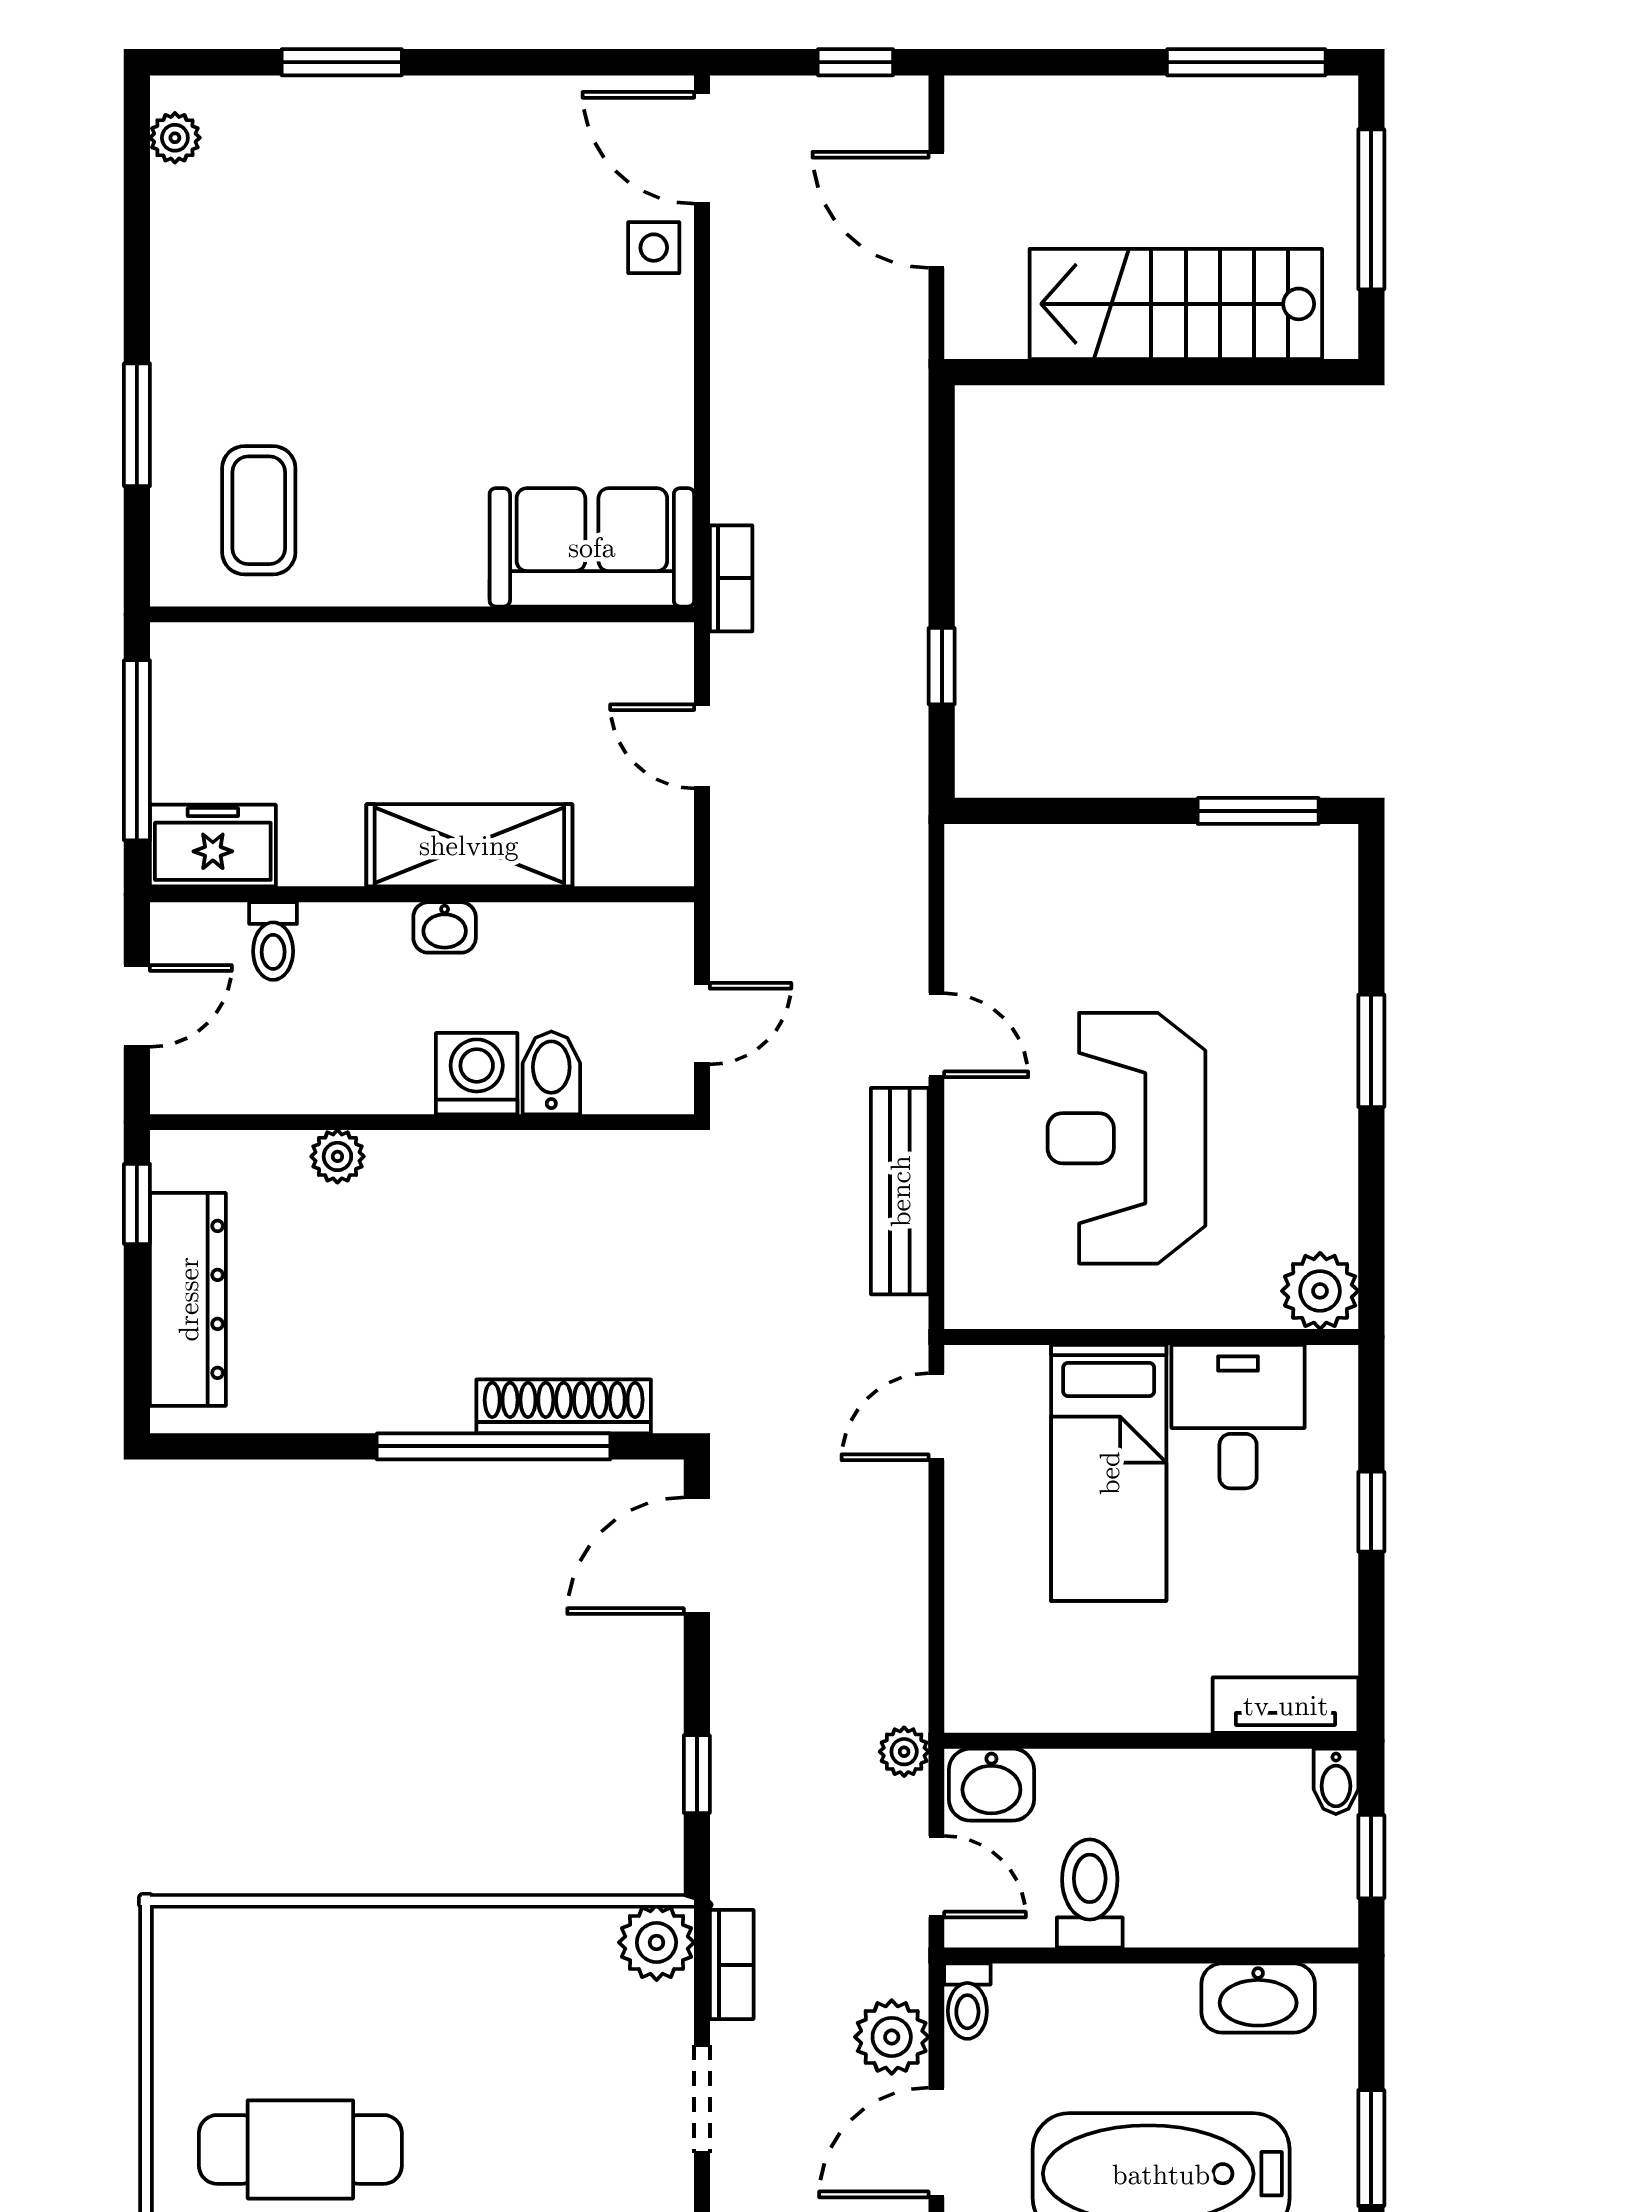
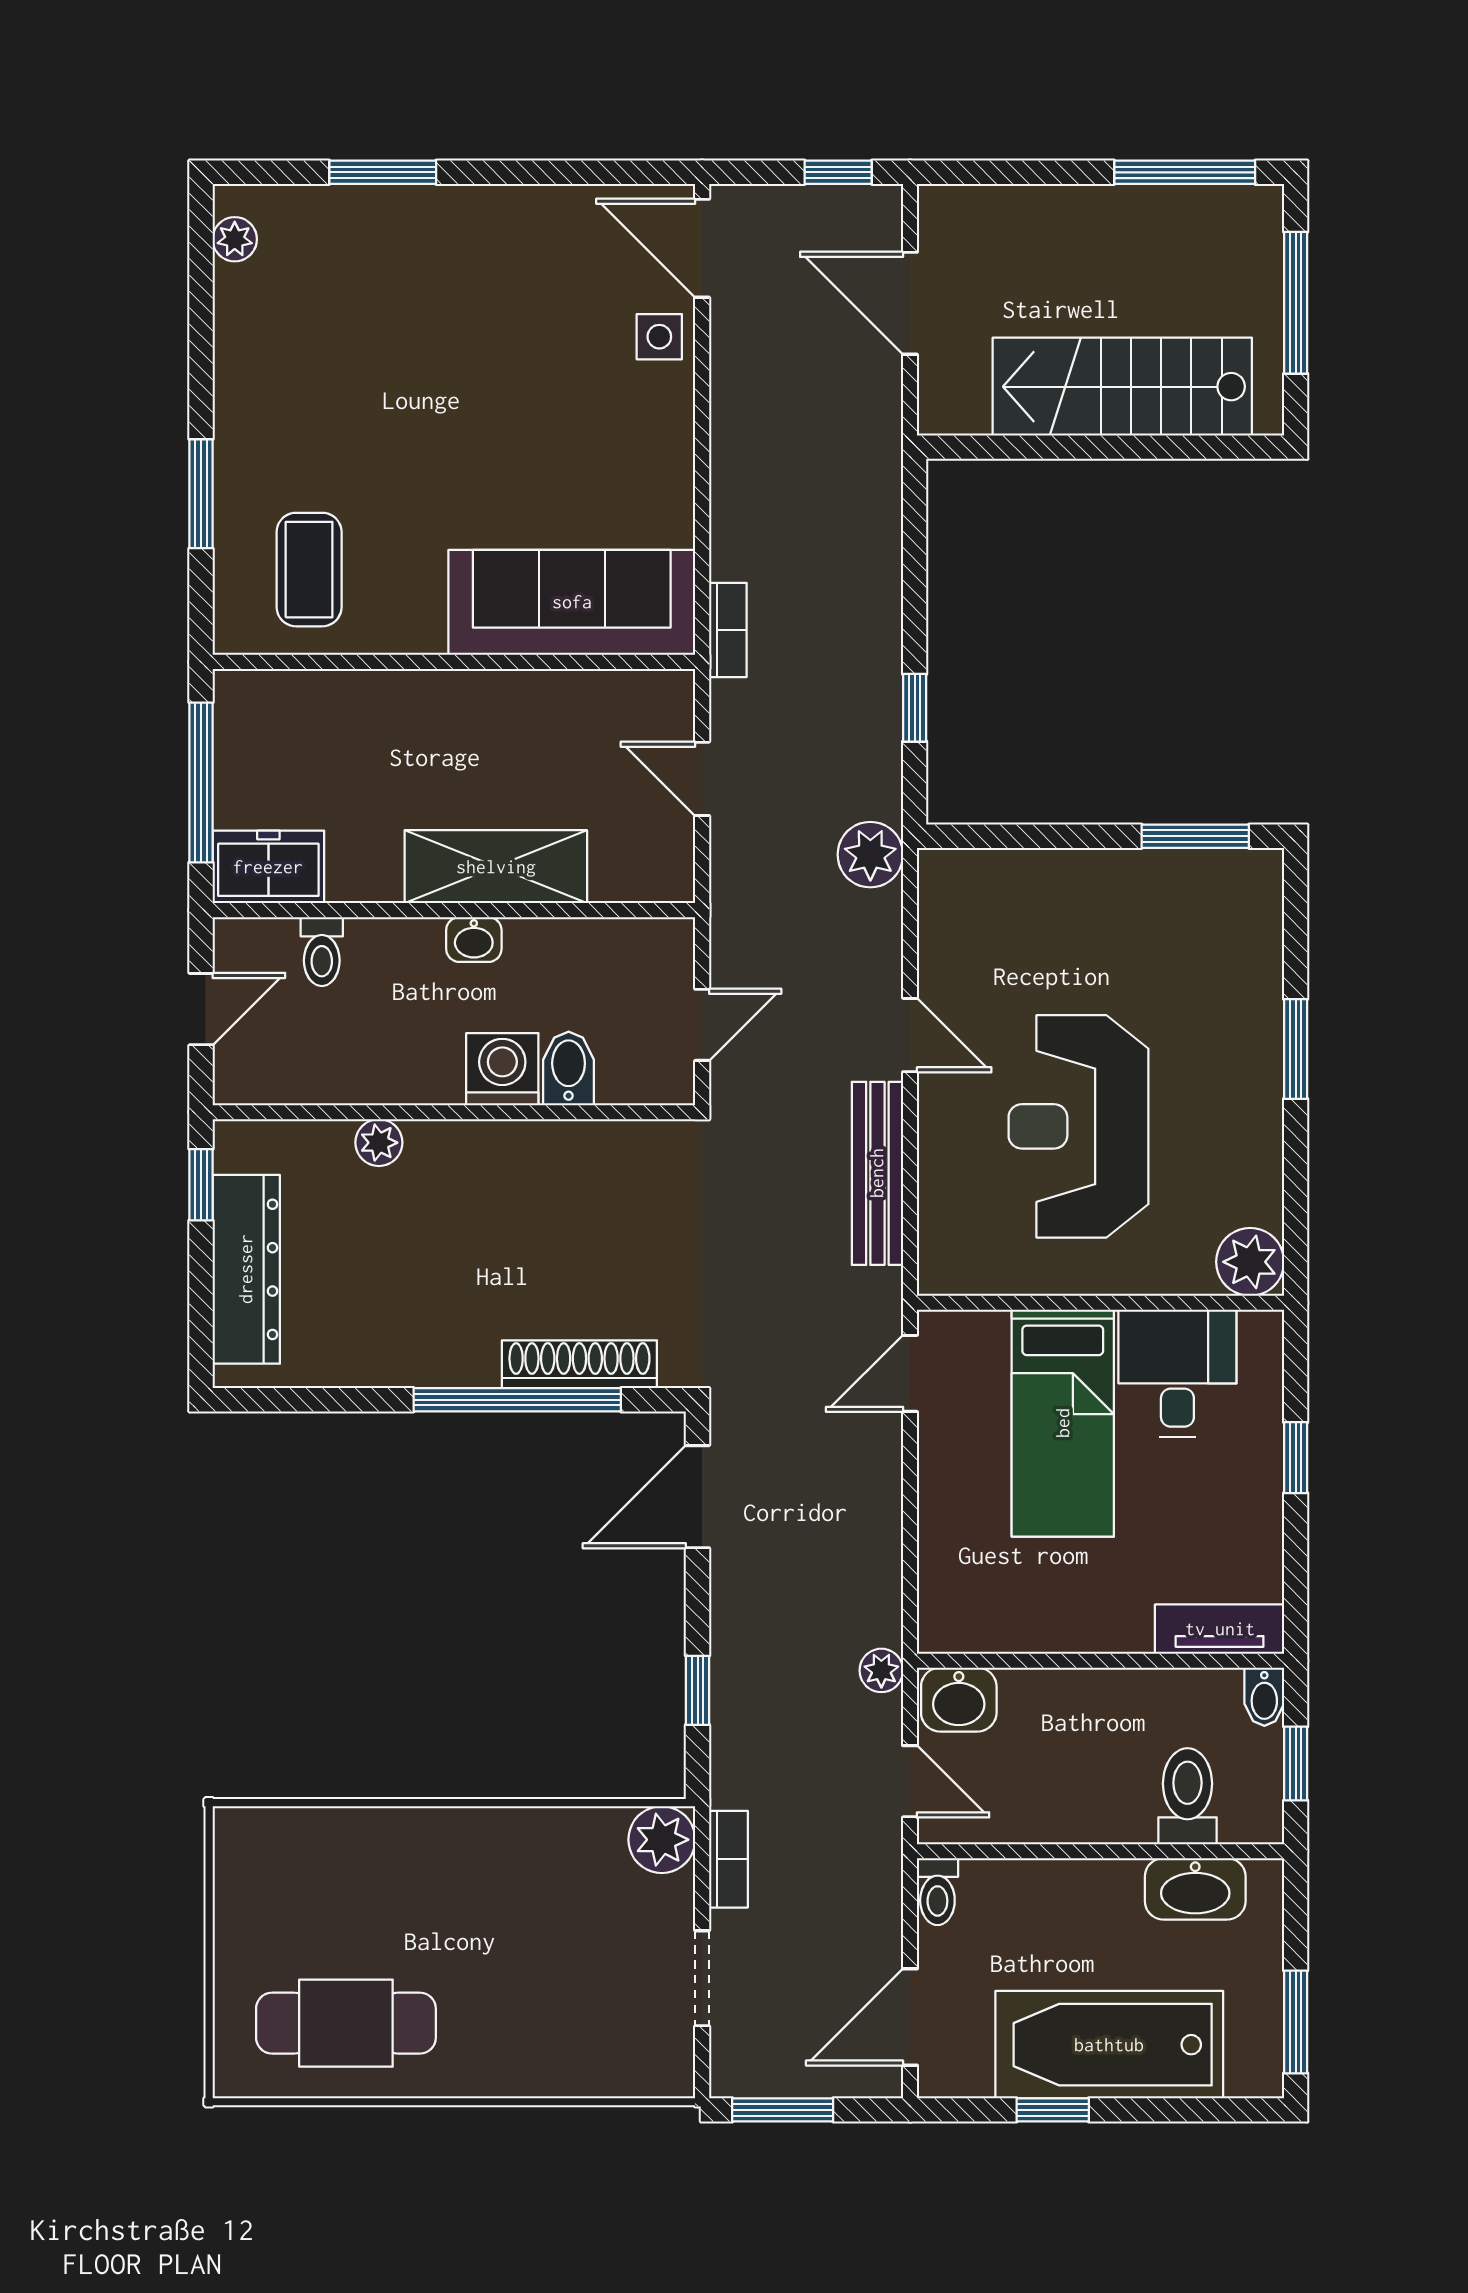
sofa: (592, 547) -> (572, 602), width x1.36
toilet: (1090, 1894) -> (1187, 1796), moved
plant: (892, 2037) -> (870, 855), moved

